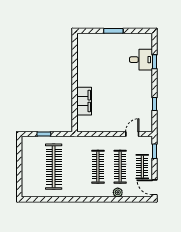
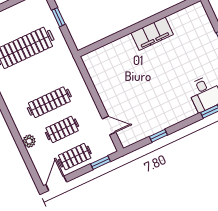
filing cabinet: (84, 101) -> (152, 34), moved
clothes rail: (120, 167) -> (62, 129), width x0.73

